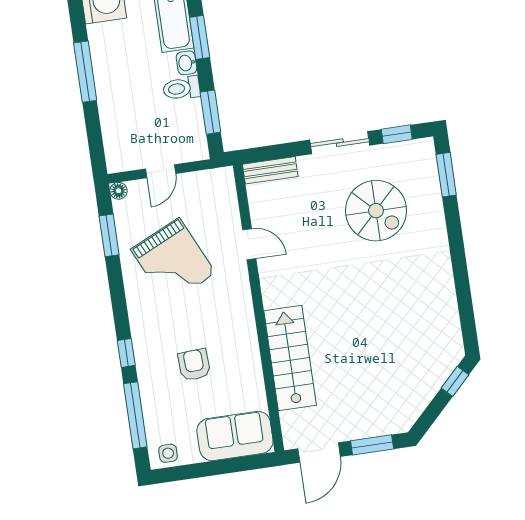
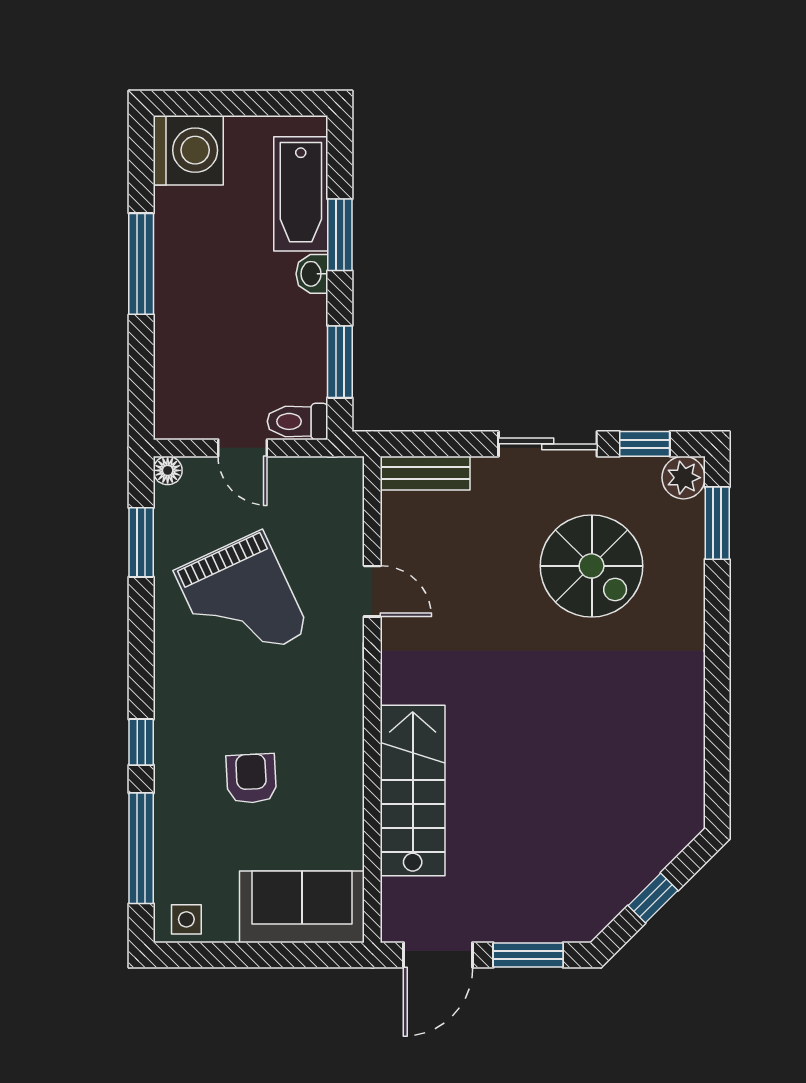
toilet: (182, 88) -> (297, 421), moved
plant: (422, 151) -> (684, 478), added
door: (161, 171) -> (243, 448), hinge flipped
window: (455, 381) -> (653, 898), moved

